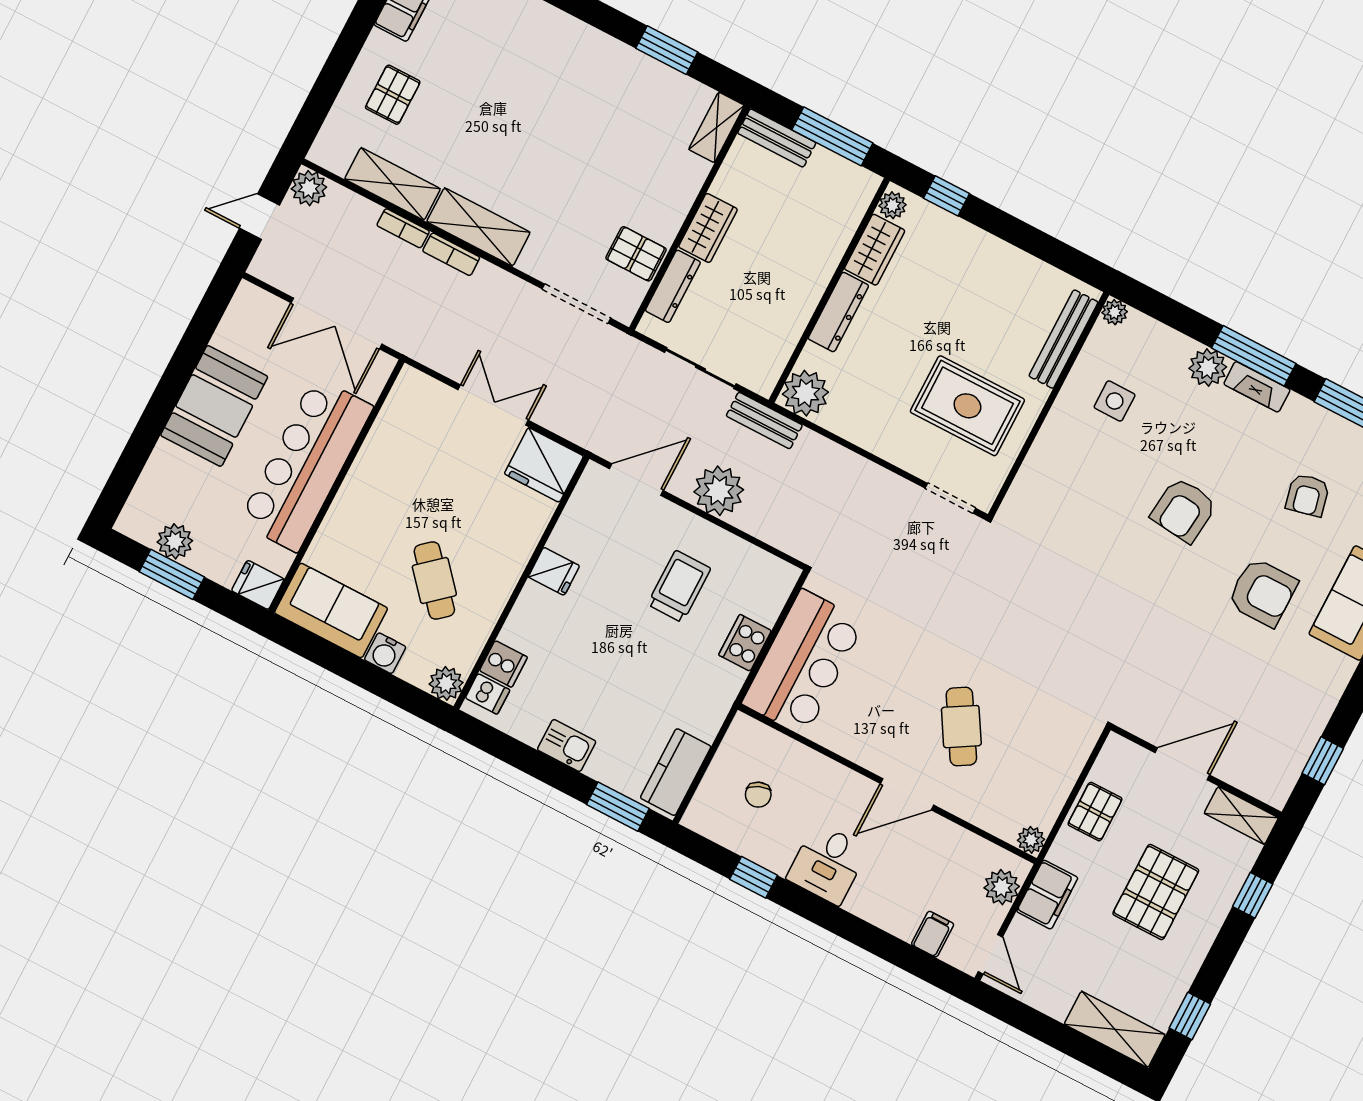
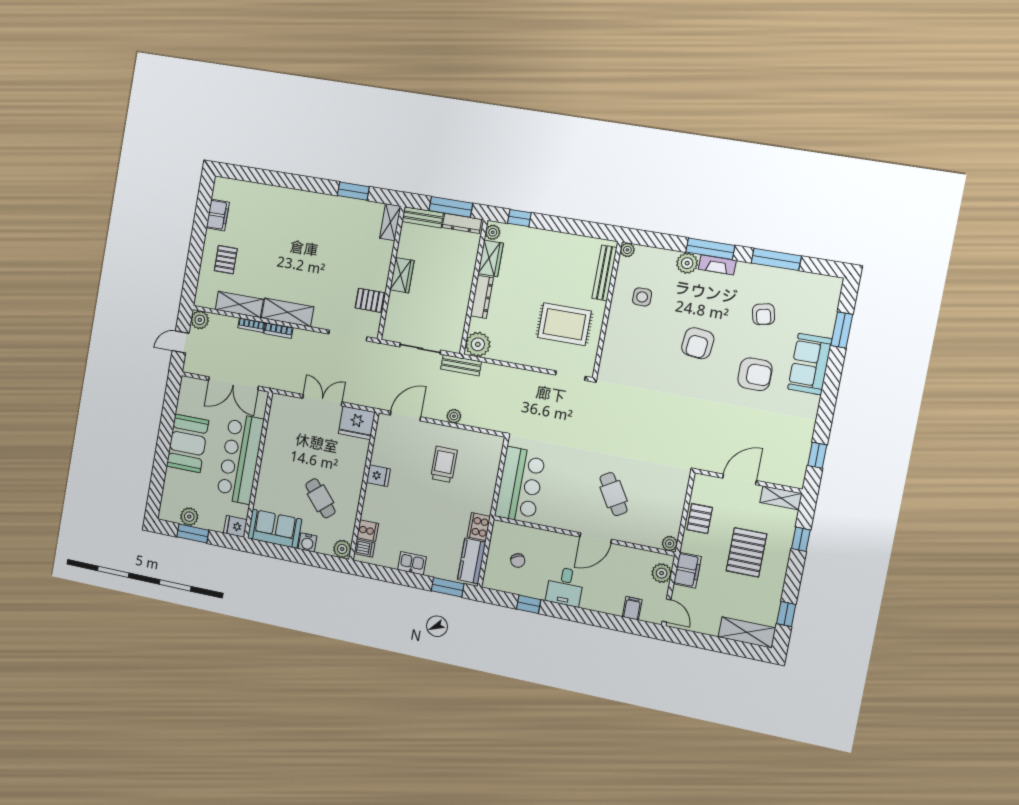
dresser: (673, 286) -> (462, 223), moved, turned 90
plant: (719, 491) -> (454, 416), width x0.53, depth x0.53
cooker: (745, 643) -> (479, 527), moved

